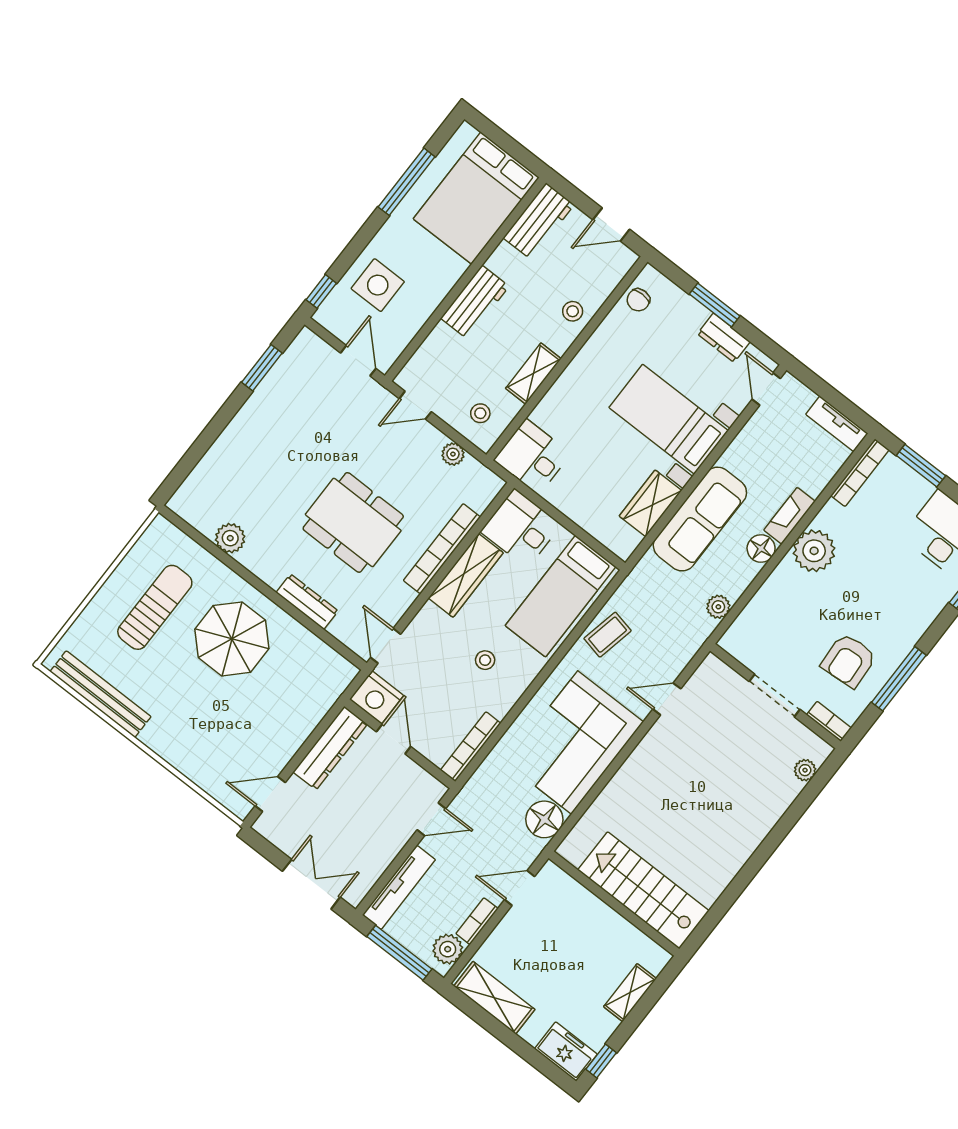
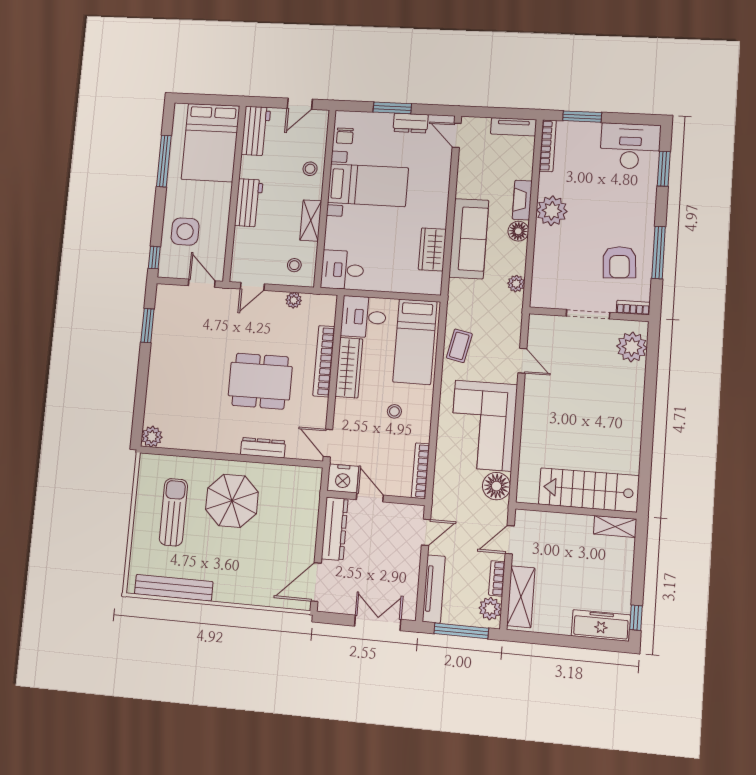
bed with nightstands: (669, 419) -> (368, 185), moved, turned 180
plant: (230, 538) -> (152, 437), moved
door: (667, 699) -> (522, 361), swing flipped
plant: (805, 770) -> (632, 347), width x1.88, depth x1.88
door: (270, 794) -> (316, 582), width x1.38
shelving: (630, 993) -> (615, 527), moved, turned 90
shelving: (494, 998) -> (521, 597), moved, turned 90
freezer: (566, 1052) -> (601, 625), width x1.40

